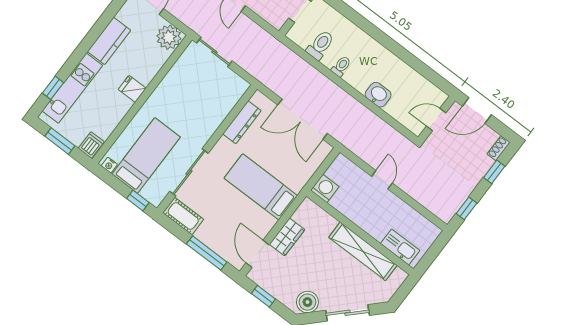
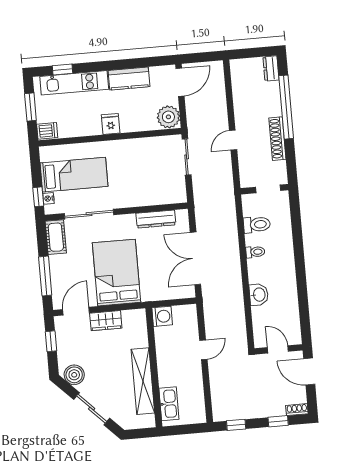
nightstand: (109, 165) -> (48, 198), moved
bed: (261, 187) -> (116, 273), width x1.50

